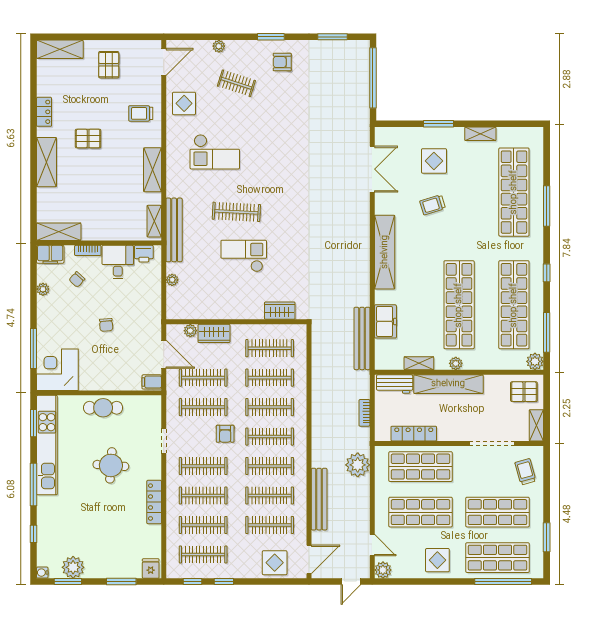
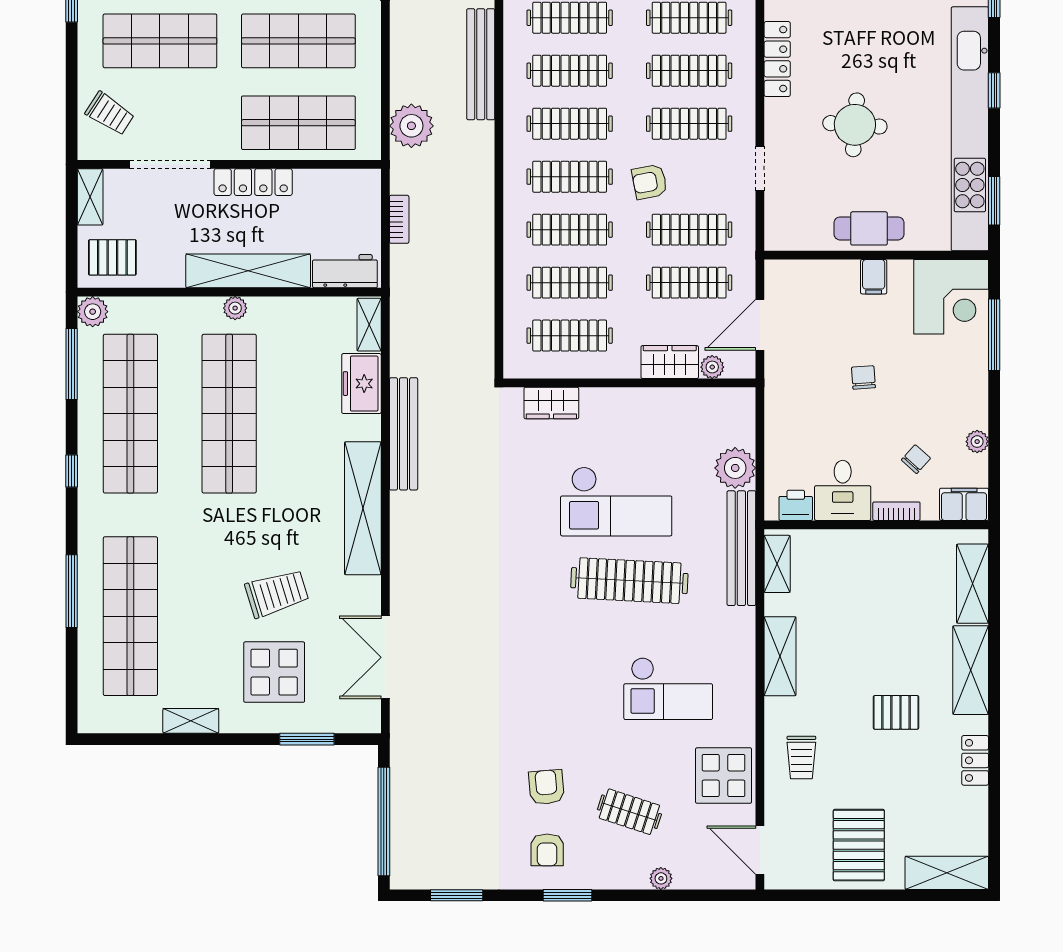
door: (164, 62) -> (760, 850), hinge flipped
armchair: (282, 62) -> (547, 850), turned 90
pallet: (109, 65) -> (859, 845), width x1.50, depth x1.42
armchair: (283, 97) -> (546, 787), added
display table: (184, 103) -> (724, 776), width x1.36, depth x1.36
trolley: (141, 113) -> (801, 758), turned 90
window: (438, 124) -> (307, 739), moved
checkout: (215, 152) -> (668, 689), turned 180
display table: (434, 161) -> (274, 672), width x1.36, depth x1.36
trolley: (433, 205) -> (277, 593), width x1.36, depth x1.39
clothes rail: (236, 212) -> (629, 581), width x1.37, depth x1.31
shelving: (59, 232) -> (973, 584), moved, turned 90
checkout: (244, 256) -> (616, 501), width x1.36, depth x1.21
plant: (172, 280) -> (735, 468), width x1.88, depth x1.88
bench: (362, 338) -> (404, 434), moved
door: (164, 354) -> (760, 325), hinge flipped
shelving: (419, 363) -> (369, 325), moved, turned 90
filing cabinet: (152, 382) -> (874, 277), moved, turned 90
armchair: (225, 434) -> (650, 182), turned -101
locker: (414, 434) -> (253, 182), moved
kitchen unit: (47, 445) -> (970, 129), width x1.36
trolley: (525, 472) -> (110, 113), turned -41
window: (33, 485) -> (994, 90), width x0.46

